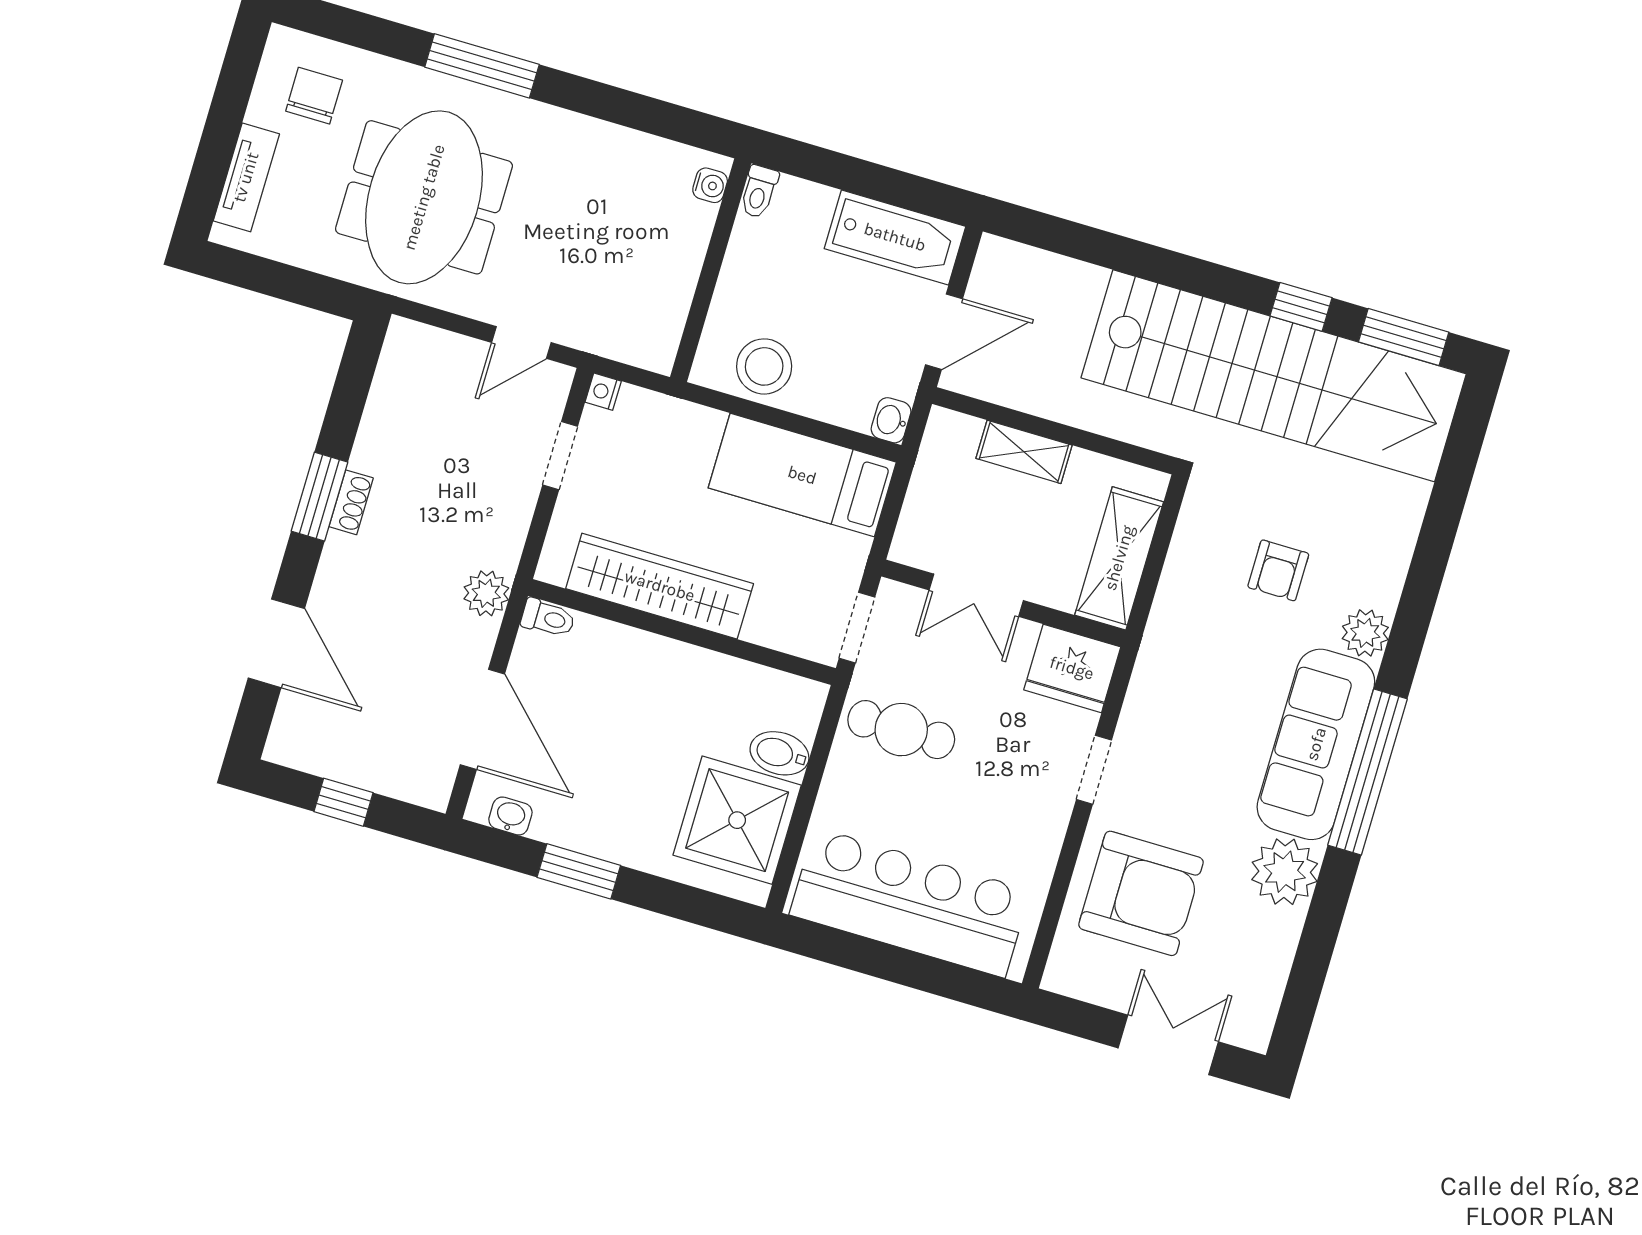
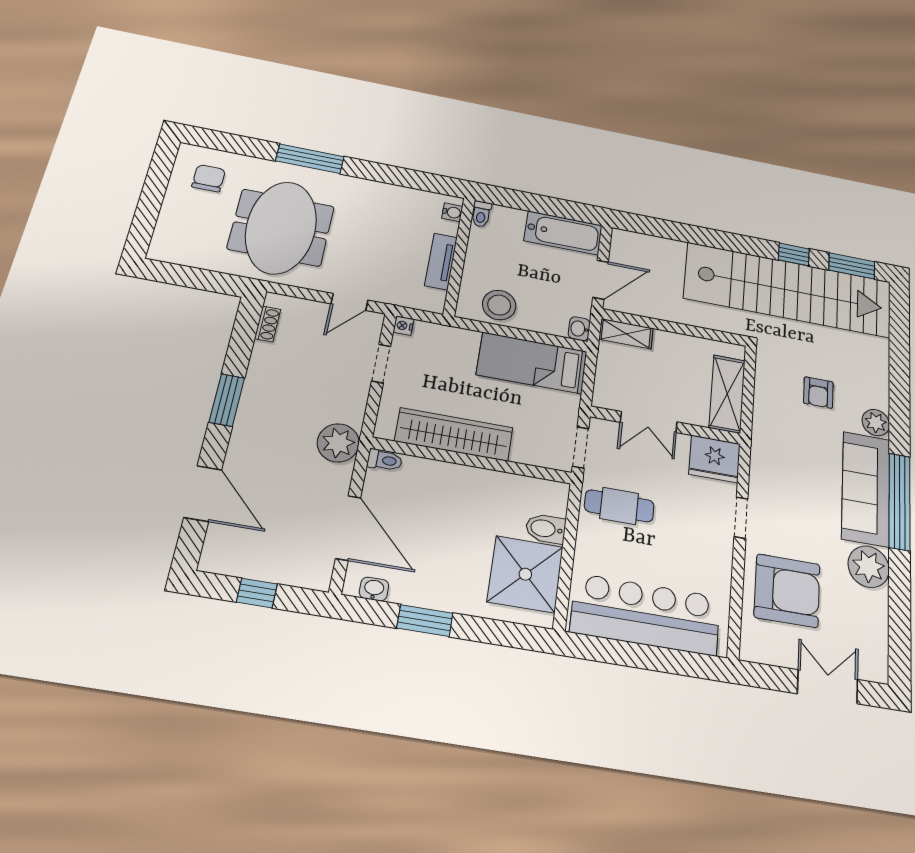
tv unit: (246, 177) -> (441, 262), moved, turned 180
shelving: (1024, 452) -> (626, 334), moved
shoe rack: (351, 502) -> (267, 324), moved
plant: (486, 593) -> (338, 443), width x1.36, depth x1.36

